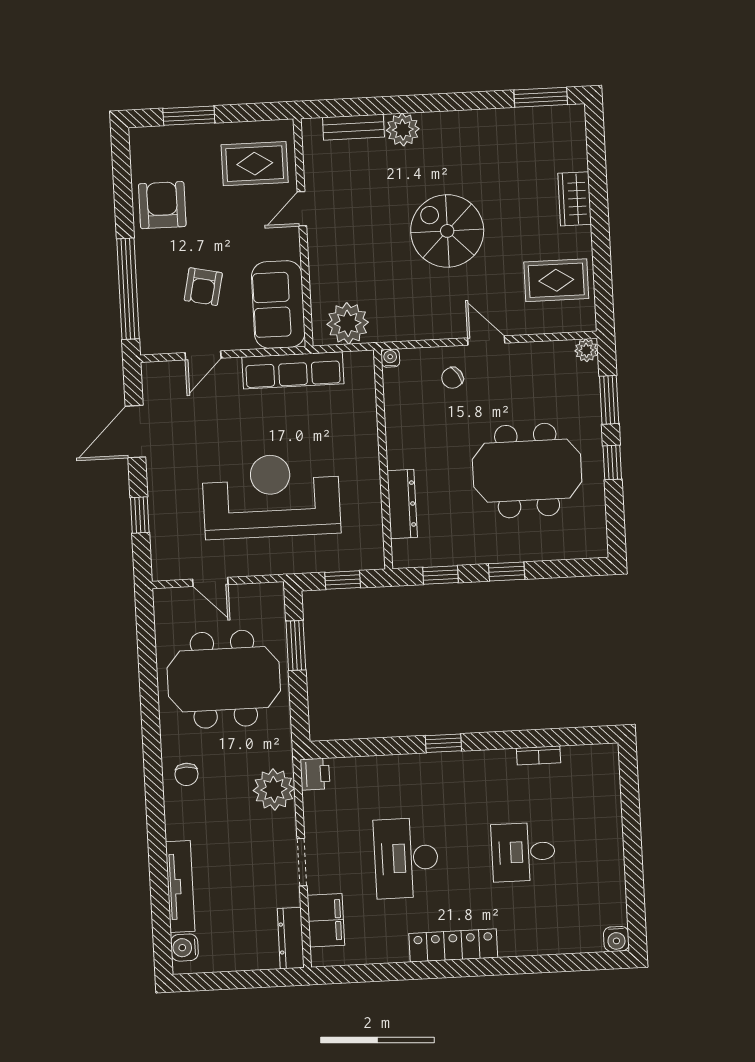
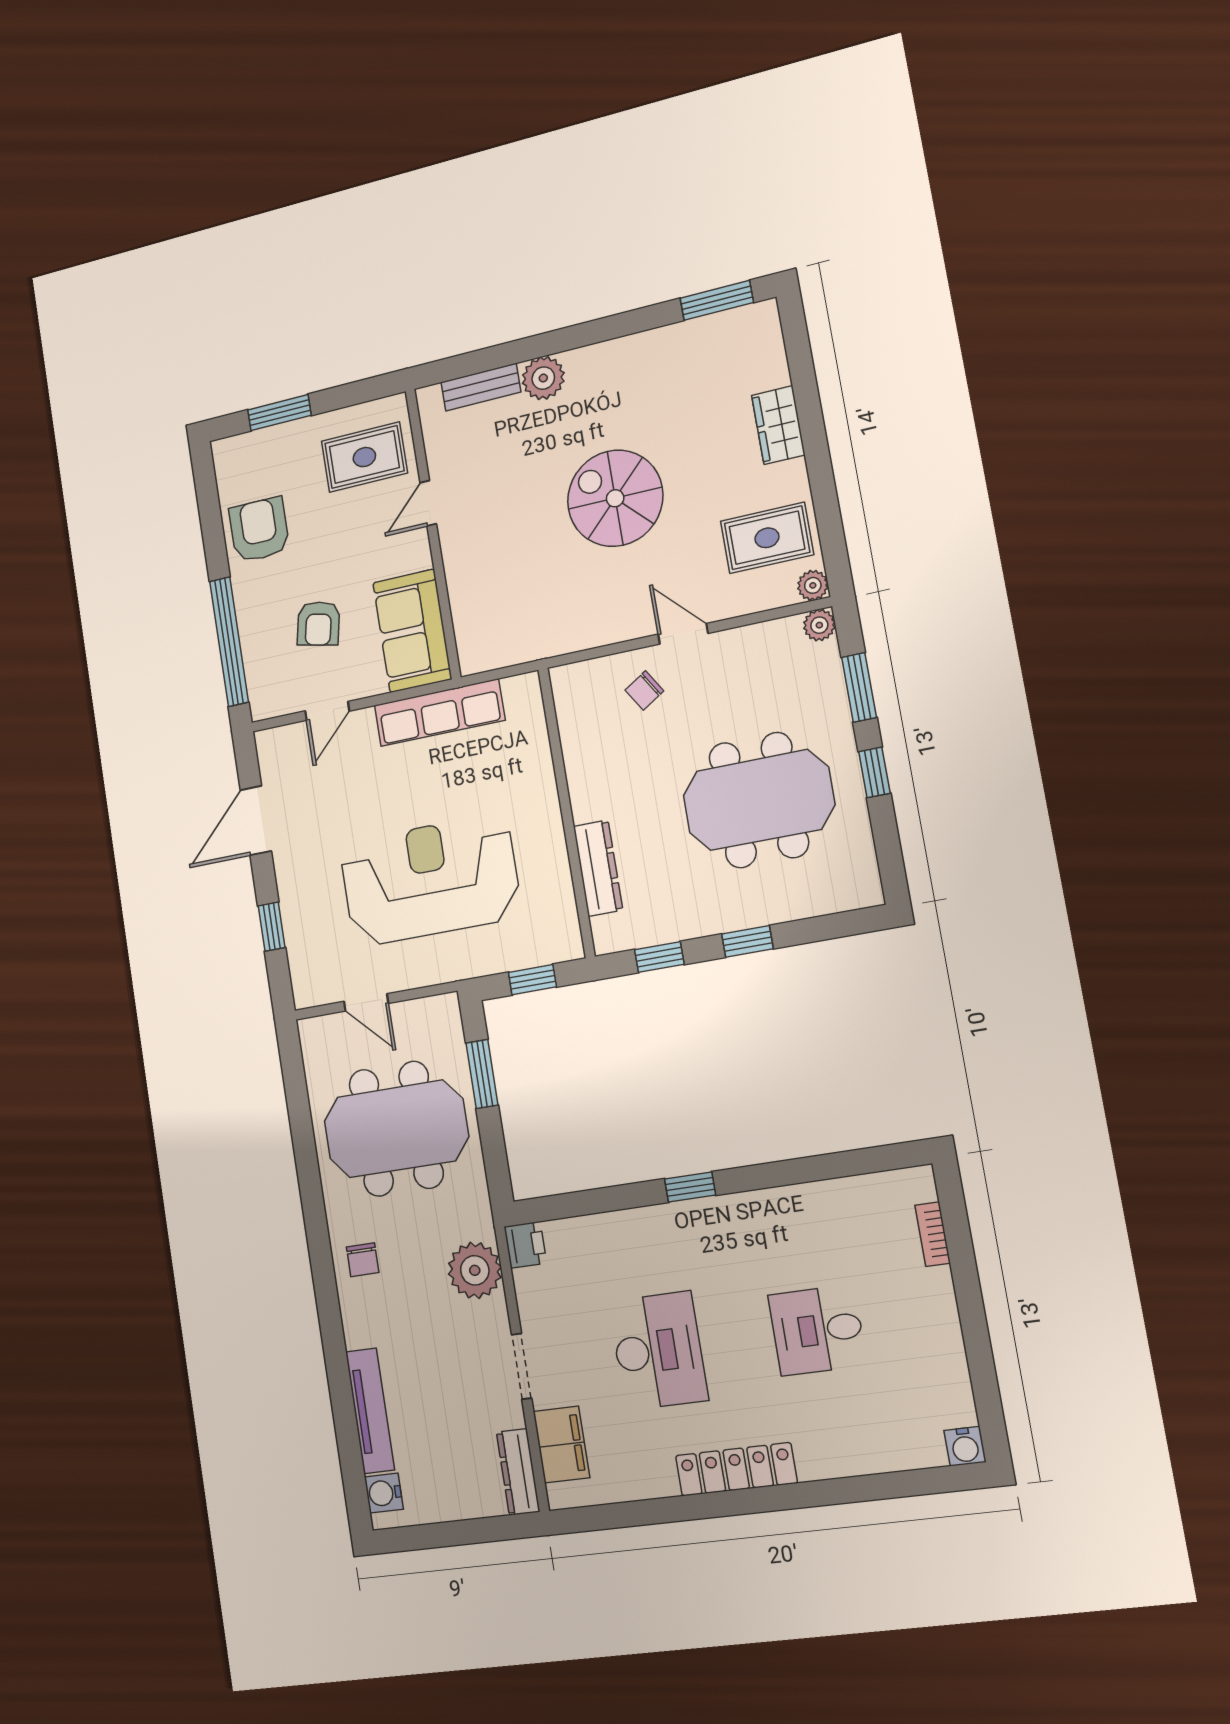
plant: (348, 323) -> (813, 585), moved, width x0.53, depth x0.53
water cooler: (390, 358) -> (561, 677), removed
bookcase: (539, 755) -> (933, 1234), moved, turned 90
desk: (406, 858) -> (658, 1351), turned 180

